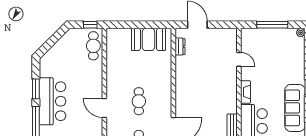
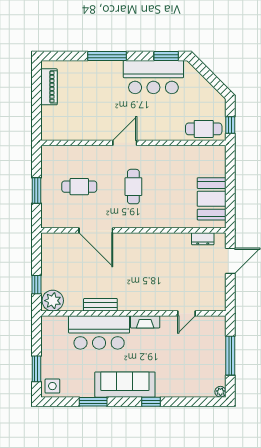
window: (36, 89) -> (166, 56), moved
bar counter: (52, 101) -> (153, 77), moved
cafe table: (139, 101) -> (133, 187), turned 90

